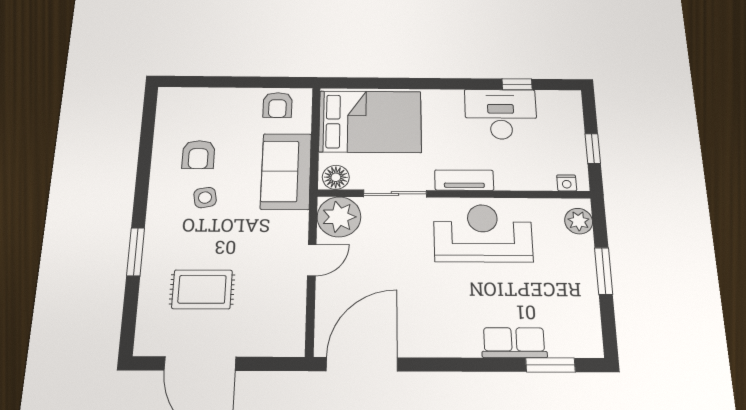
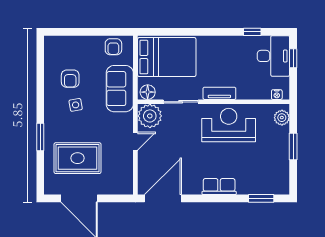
desk: (501, 114) -> (273, 56), moved, turned 90
window: (593, 149) -> (293, 58), moved
rug: (202, 289) -> (78, 158), width x1.36, depth x1.43
row of seats: (514, 343) -> (219, 187), moved

